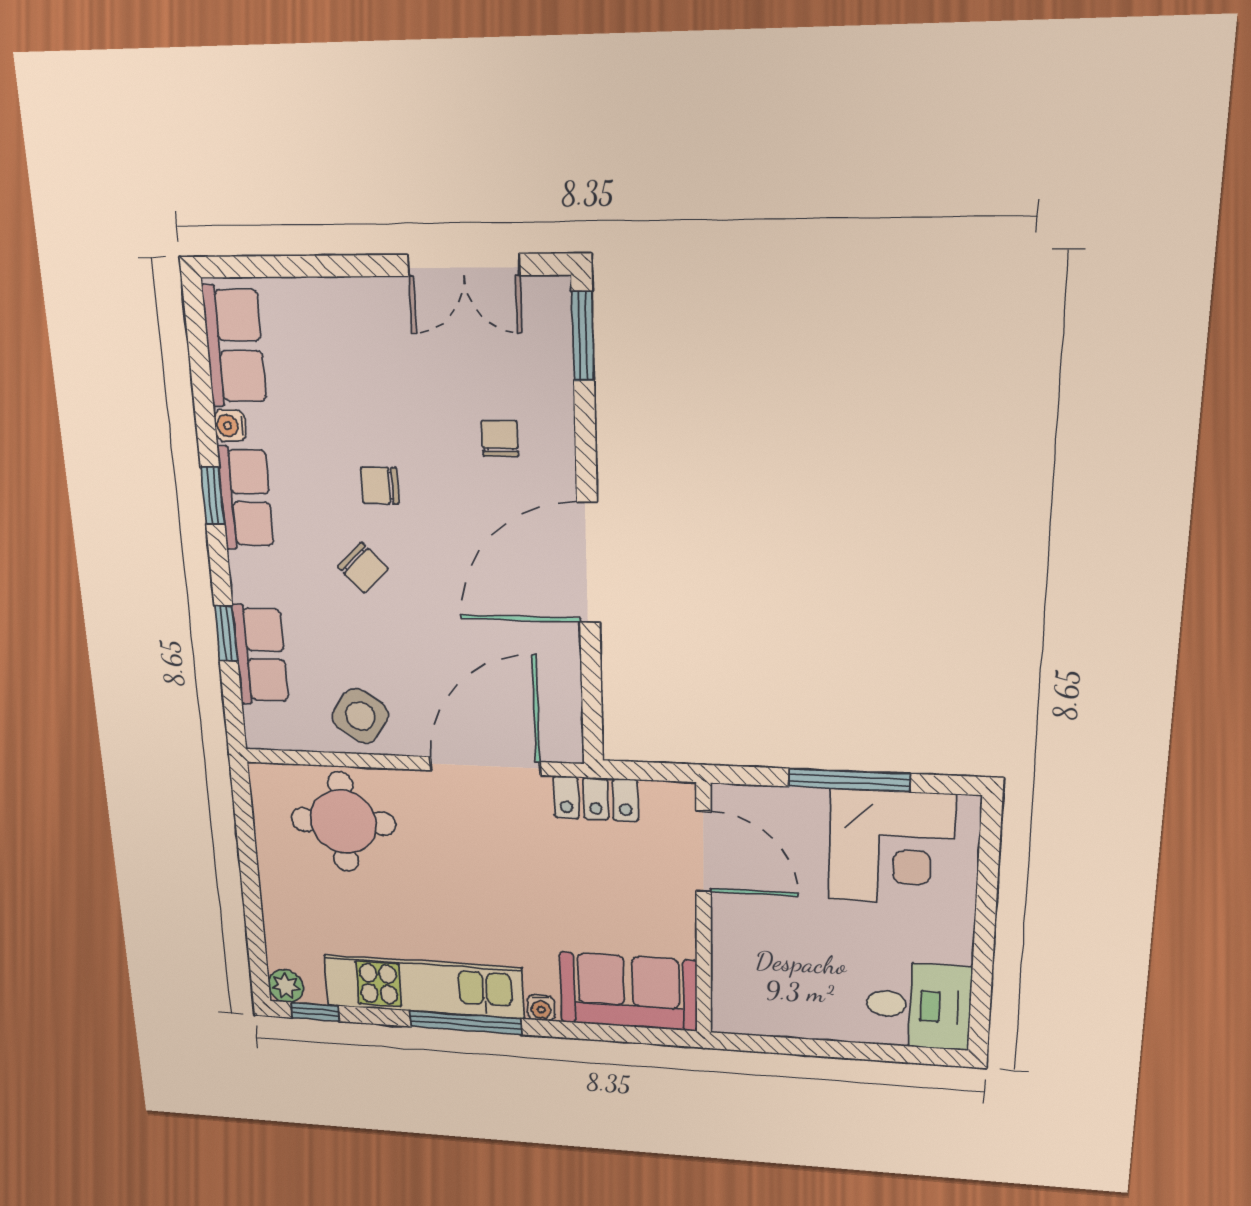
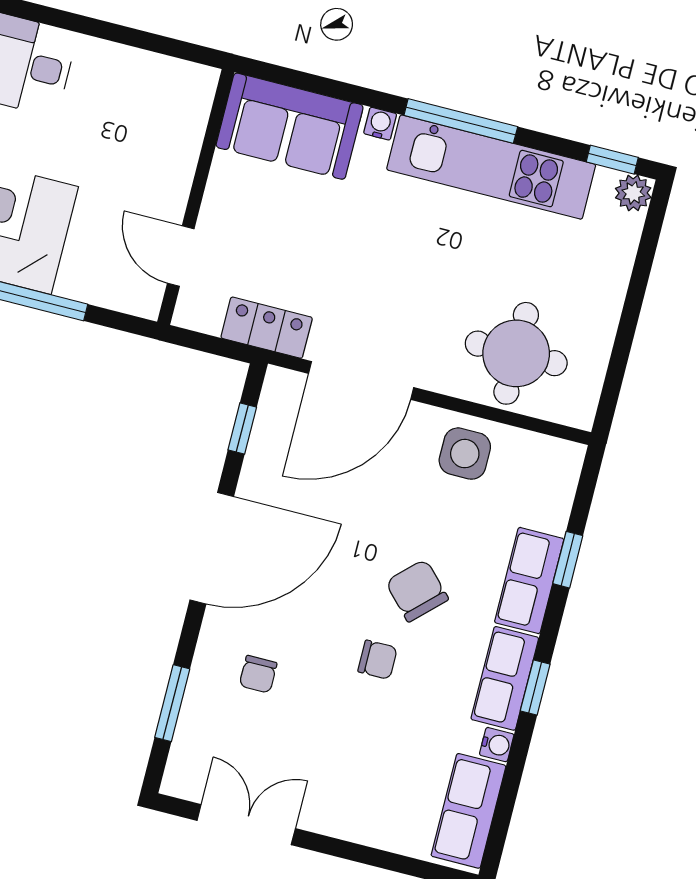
window: (583, 336) -> (172, 703), moved
chair: (363, 568) -> (417, 591), width x1.37, depth x1.37
row of seats: (260, 655) -> (529, 581), moved
window: (592, 694) -> (242, 429), added
side table: (360, 716) -> (465, 454), turned -34
door: (704, 852) -> (181, 256), width x0.73

